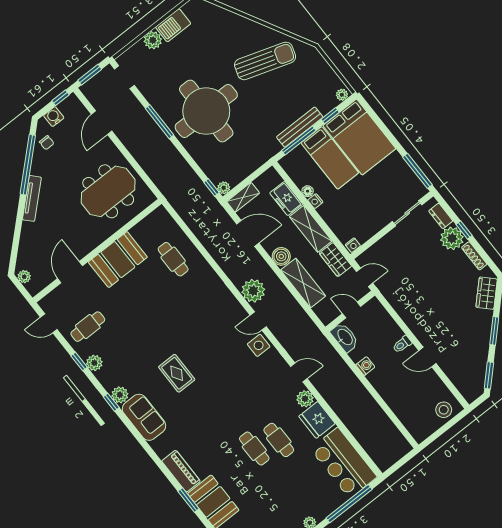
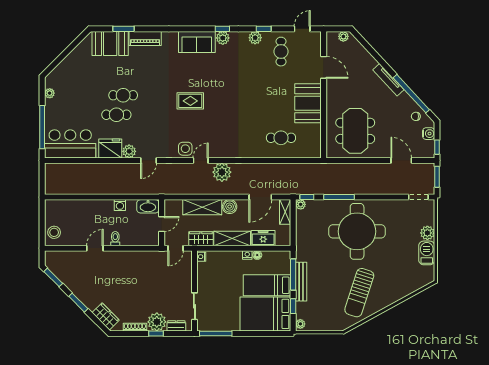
window: (159, 122) -> (339, 197), moved
rug: (177, 373) -> (190, 101), moved

